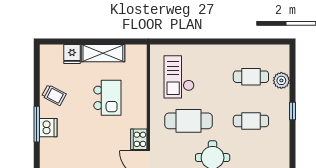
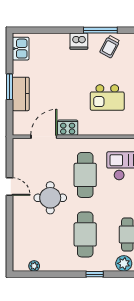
cafe table: (251, 121) -> (85, 234), width x1.37, depth x1.35
window: (37, 124) -> (100, 30), moved

